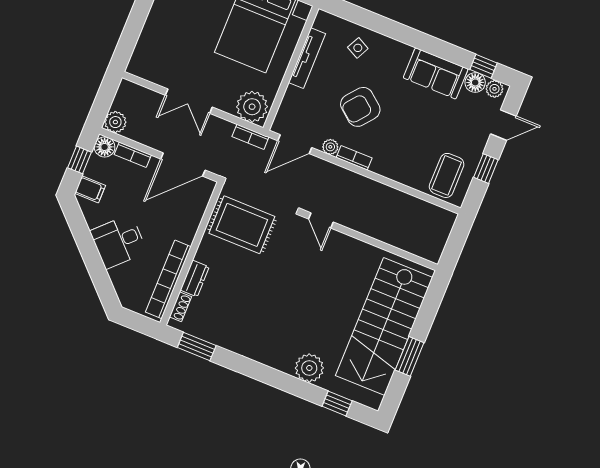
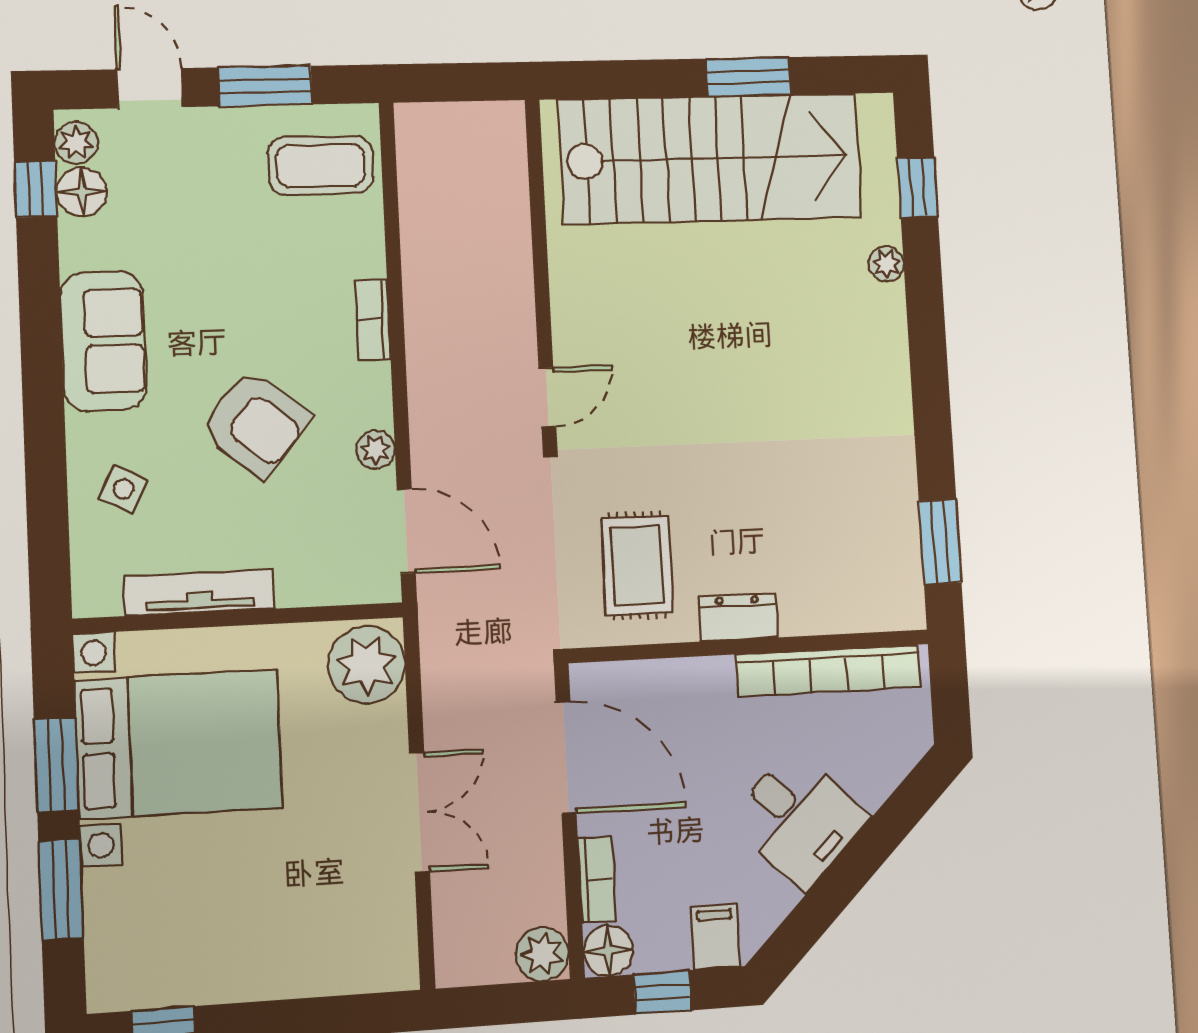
sofa: (436, 73) -> (103, 341), moved
bookcase: (250, 137) -> (436, 637), removed
bookcase: (354, 158) -> (373, 320), moved
window: (486, 169) -> (265, 86), width x1.50
rug: (242, 225) -> (637, 565), width x0.73, depth x0.70
dresser: (195, 278) -> (738, 617), moved
shoe rack: (180, 307) -> (874, 616), removed
plant: (309, 368) -> (886, 264), width x0.53, depth x0.53

